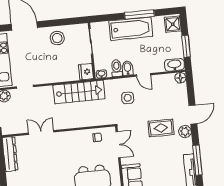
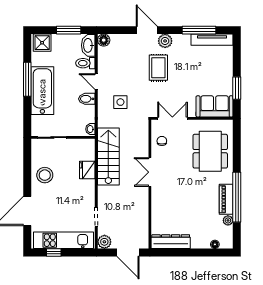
toilet: (117, 68) -> (85, 63), moved
fridge: (86, 72) -> (87, 170), moved, turned 90
door: (143, 75) -> (96, 82), swing flipped
double door: (41, 133) -> (150, 172), moved

